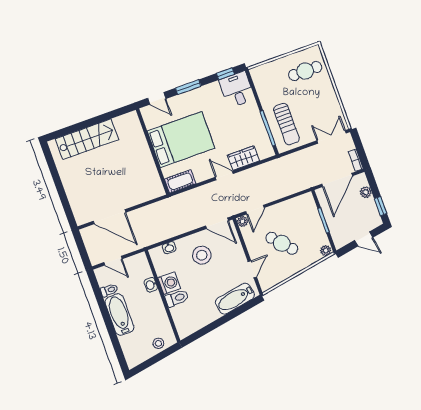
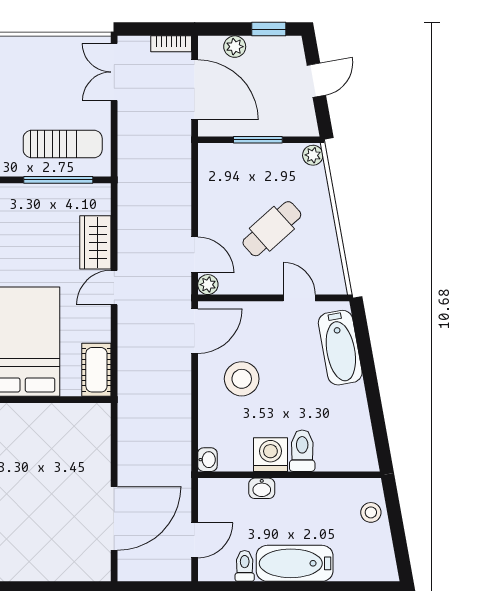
washbasin: (169, 248) -> (207, 460), moved

